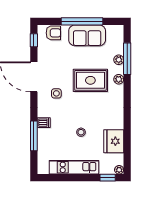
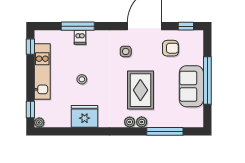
armchair: (53, 33) -> (170, 48), moved, turned -90
plant: (119, 60) -> (130, 122), moved
dishwasher: (44, 123) -> (80, 37), moved
fridge: (114, 141) -> (85, 116), moved
window: (52, 178) -> (30, 47), added

